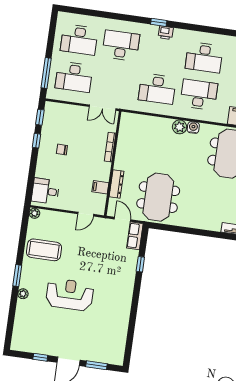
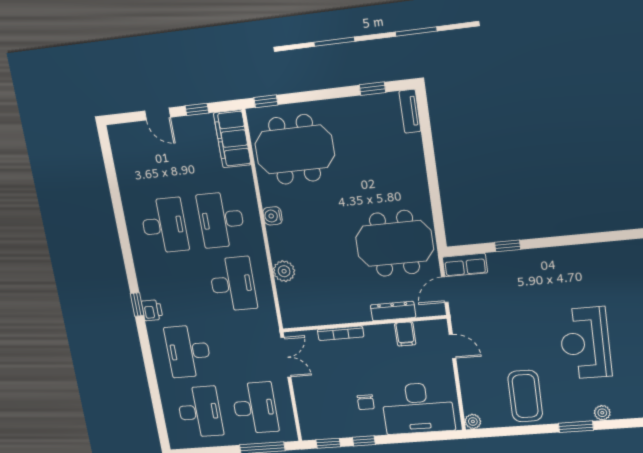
printer: (166, 33) -> (152, 310), moved
plant: (180, 127) -> (284, 271), moved
desk: (45, 191) -> (418, 408), width x1.87, depth x1.30

